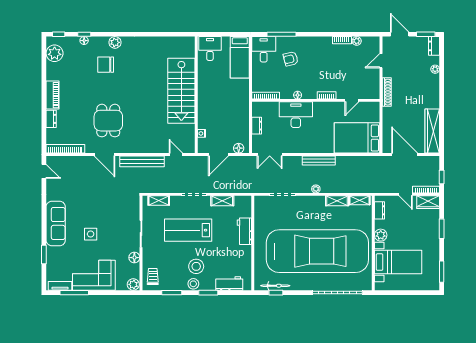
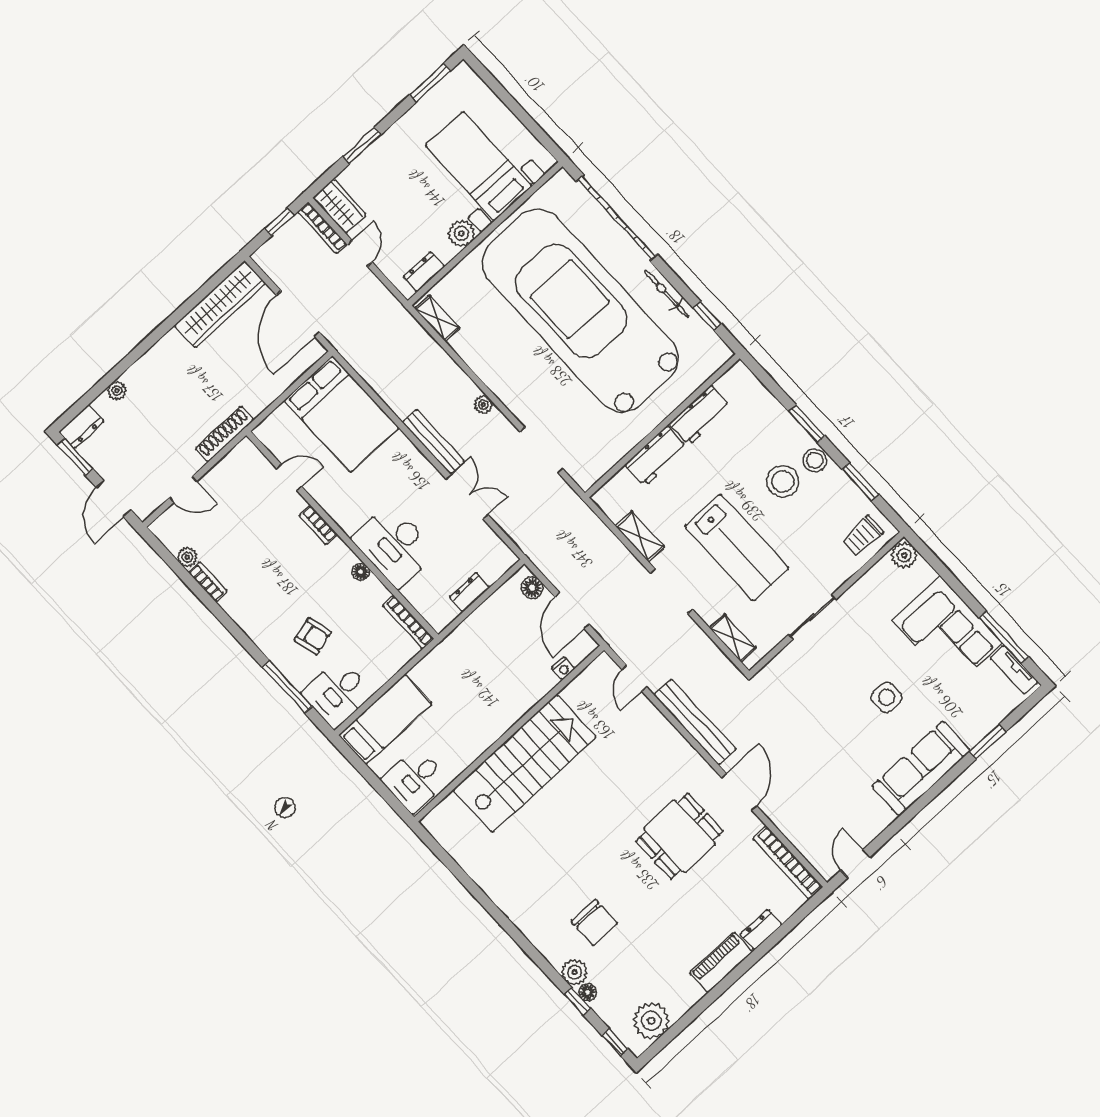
plant: (115, 42) -> (575, 972), moved
door: (218, 155) -> (572, 611), swing flipped
double door: (270, 155) -> (467, 497), moved
shelving: (337, 201) -> (471, 354), removed
floor lamp: (134, 258) -> (860, 593), removed
workbench: (229, 283) -> (700, 415), moved, turned -90
bicycle: (275, 286) -> (666, 294), moved

